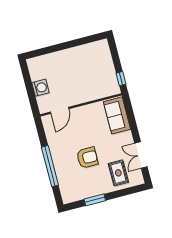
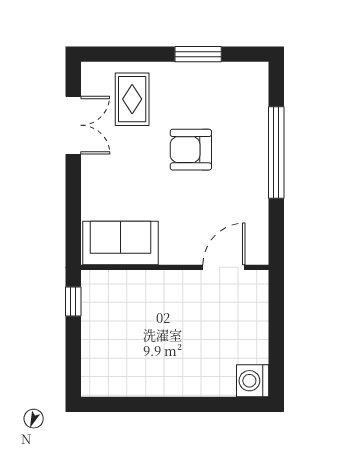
washing machine: (40, 88) -> (253, 381), moved
sofa: (117, 115) -> (120, 243), moved, turned -90

